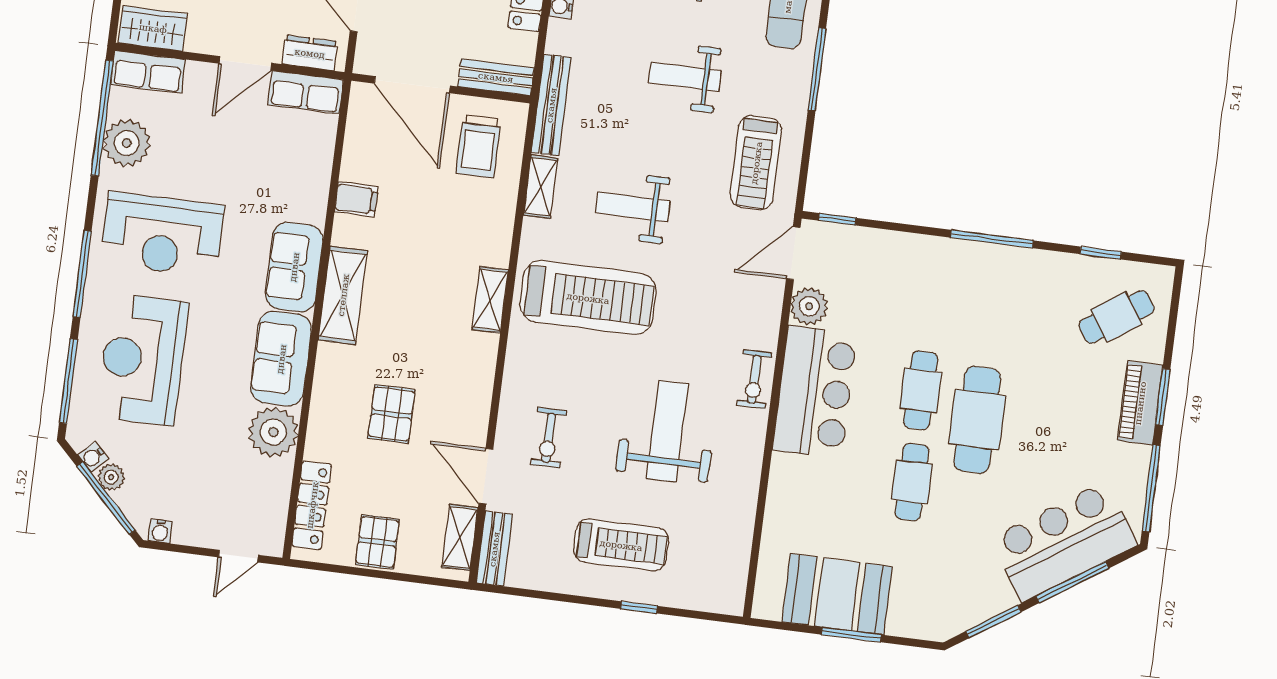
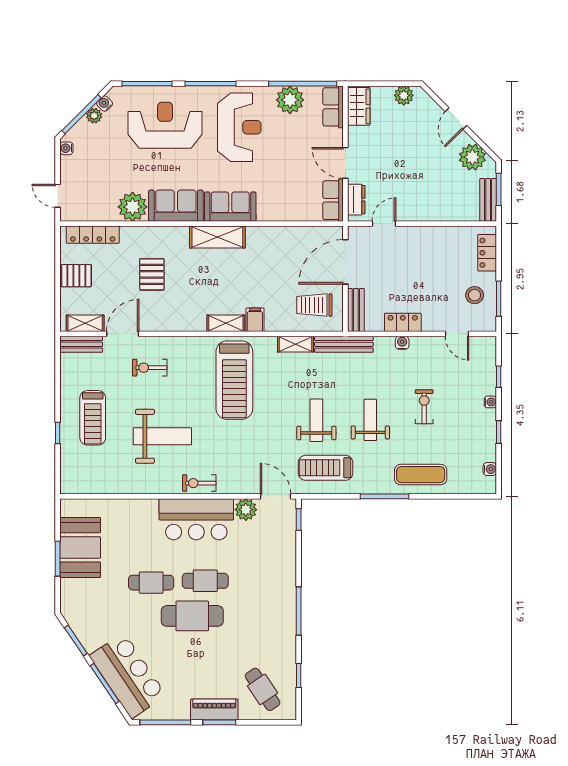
filing cabinet: (356, 199) -> (255, 320), moved, turned 180
weight bench: (633, 207) -> (316, 420), moved
reception desk: (162, 235) -> (239, 127), turned 180
pallet: (392, 414) -> (152, 274), turned 90

